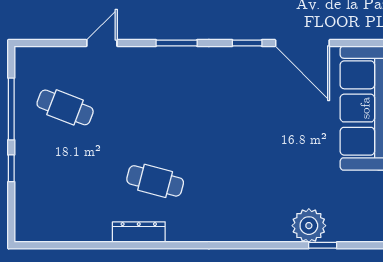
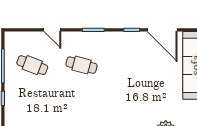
door: (102, 43) -> (52, 30), swing flipped
cafe table: (155, 181) -> (82, 65), moved

